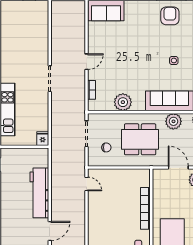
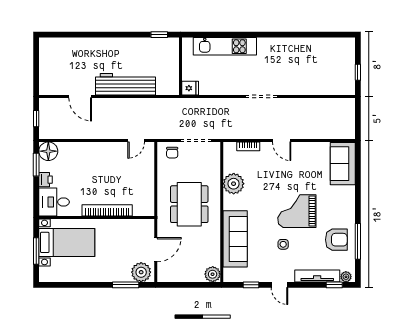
grand piano: (146, 49) -> (297, 211), added
plant: (173, 121) -> (211, 244), removed
chair: (106, 147) -> (172, 153), moved

